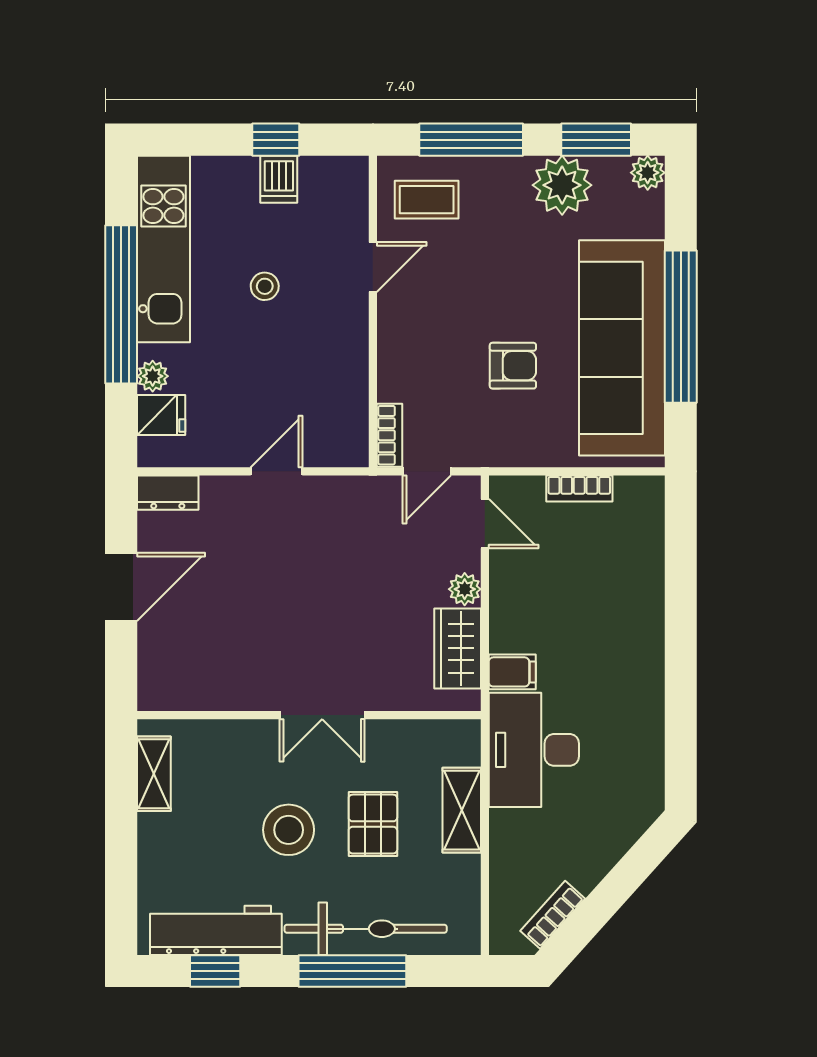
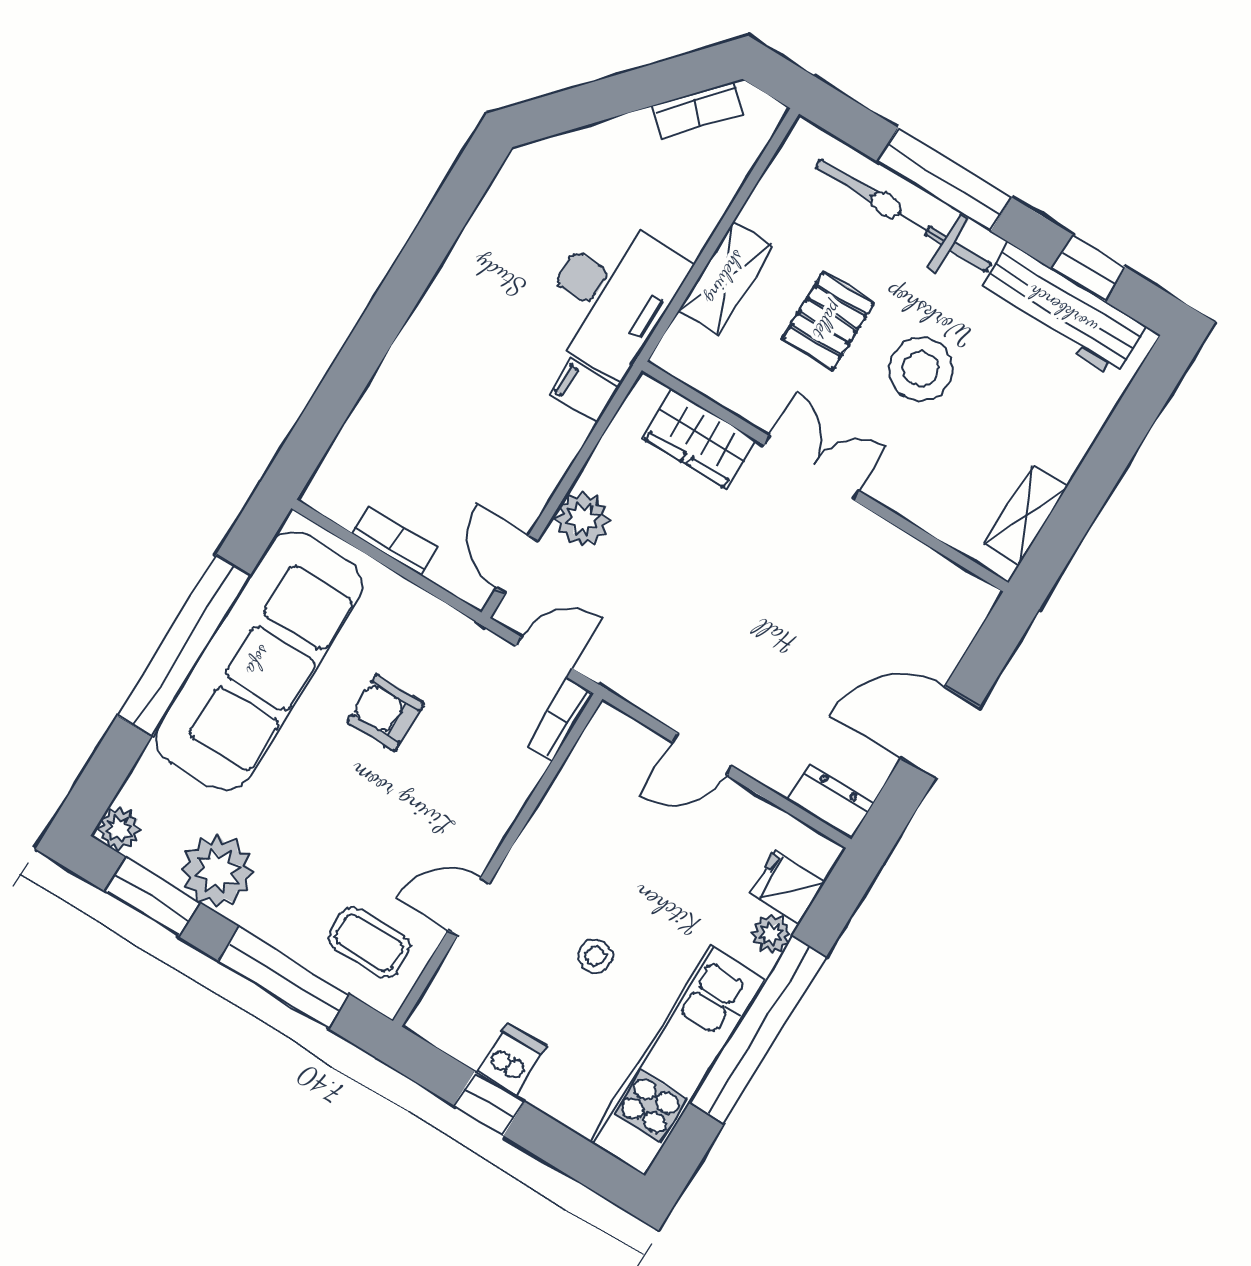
plant: (465, 589) -> (583, 519), width x1.38, depth x1.38
wardrobe: (458, 648) -> (699, 439), moved, turned 90

